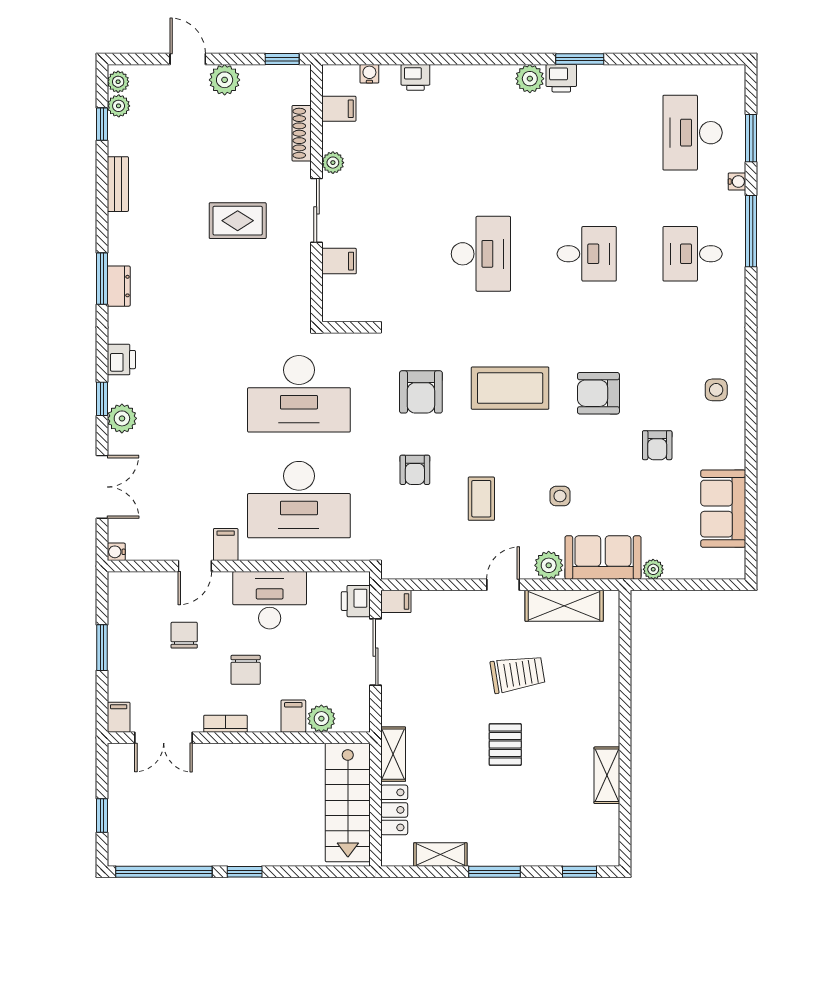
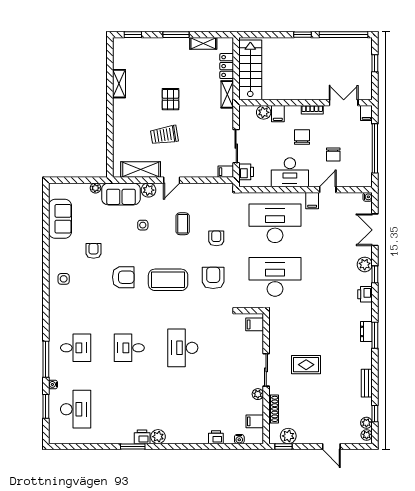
plant: (225, 80) -> (288, 436), moved
filing cabinet: (339, 261) -> (255, 324), moved
window: (102, 648) -> (375, 148), width x2.11

